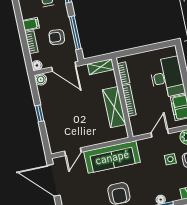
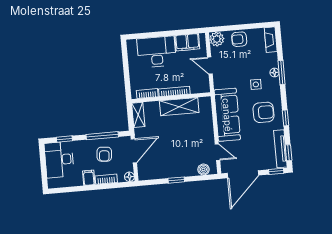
boiler: (41, 79) -> (203, 169), moved
side table: (170, 159) -> (256, 84), moved

